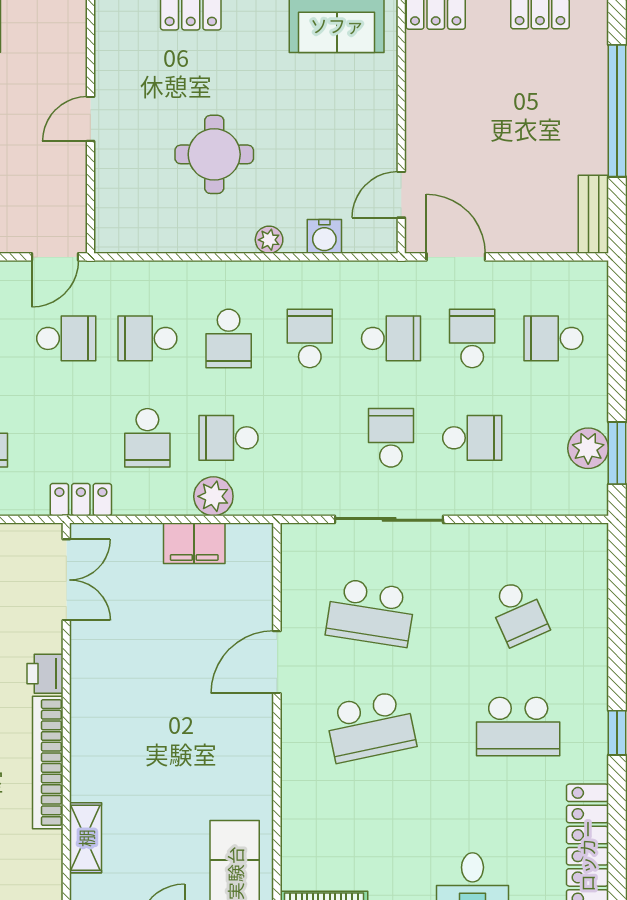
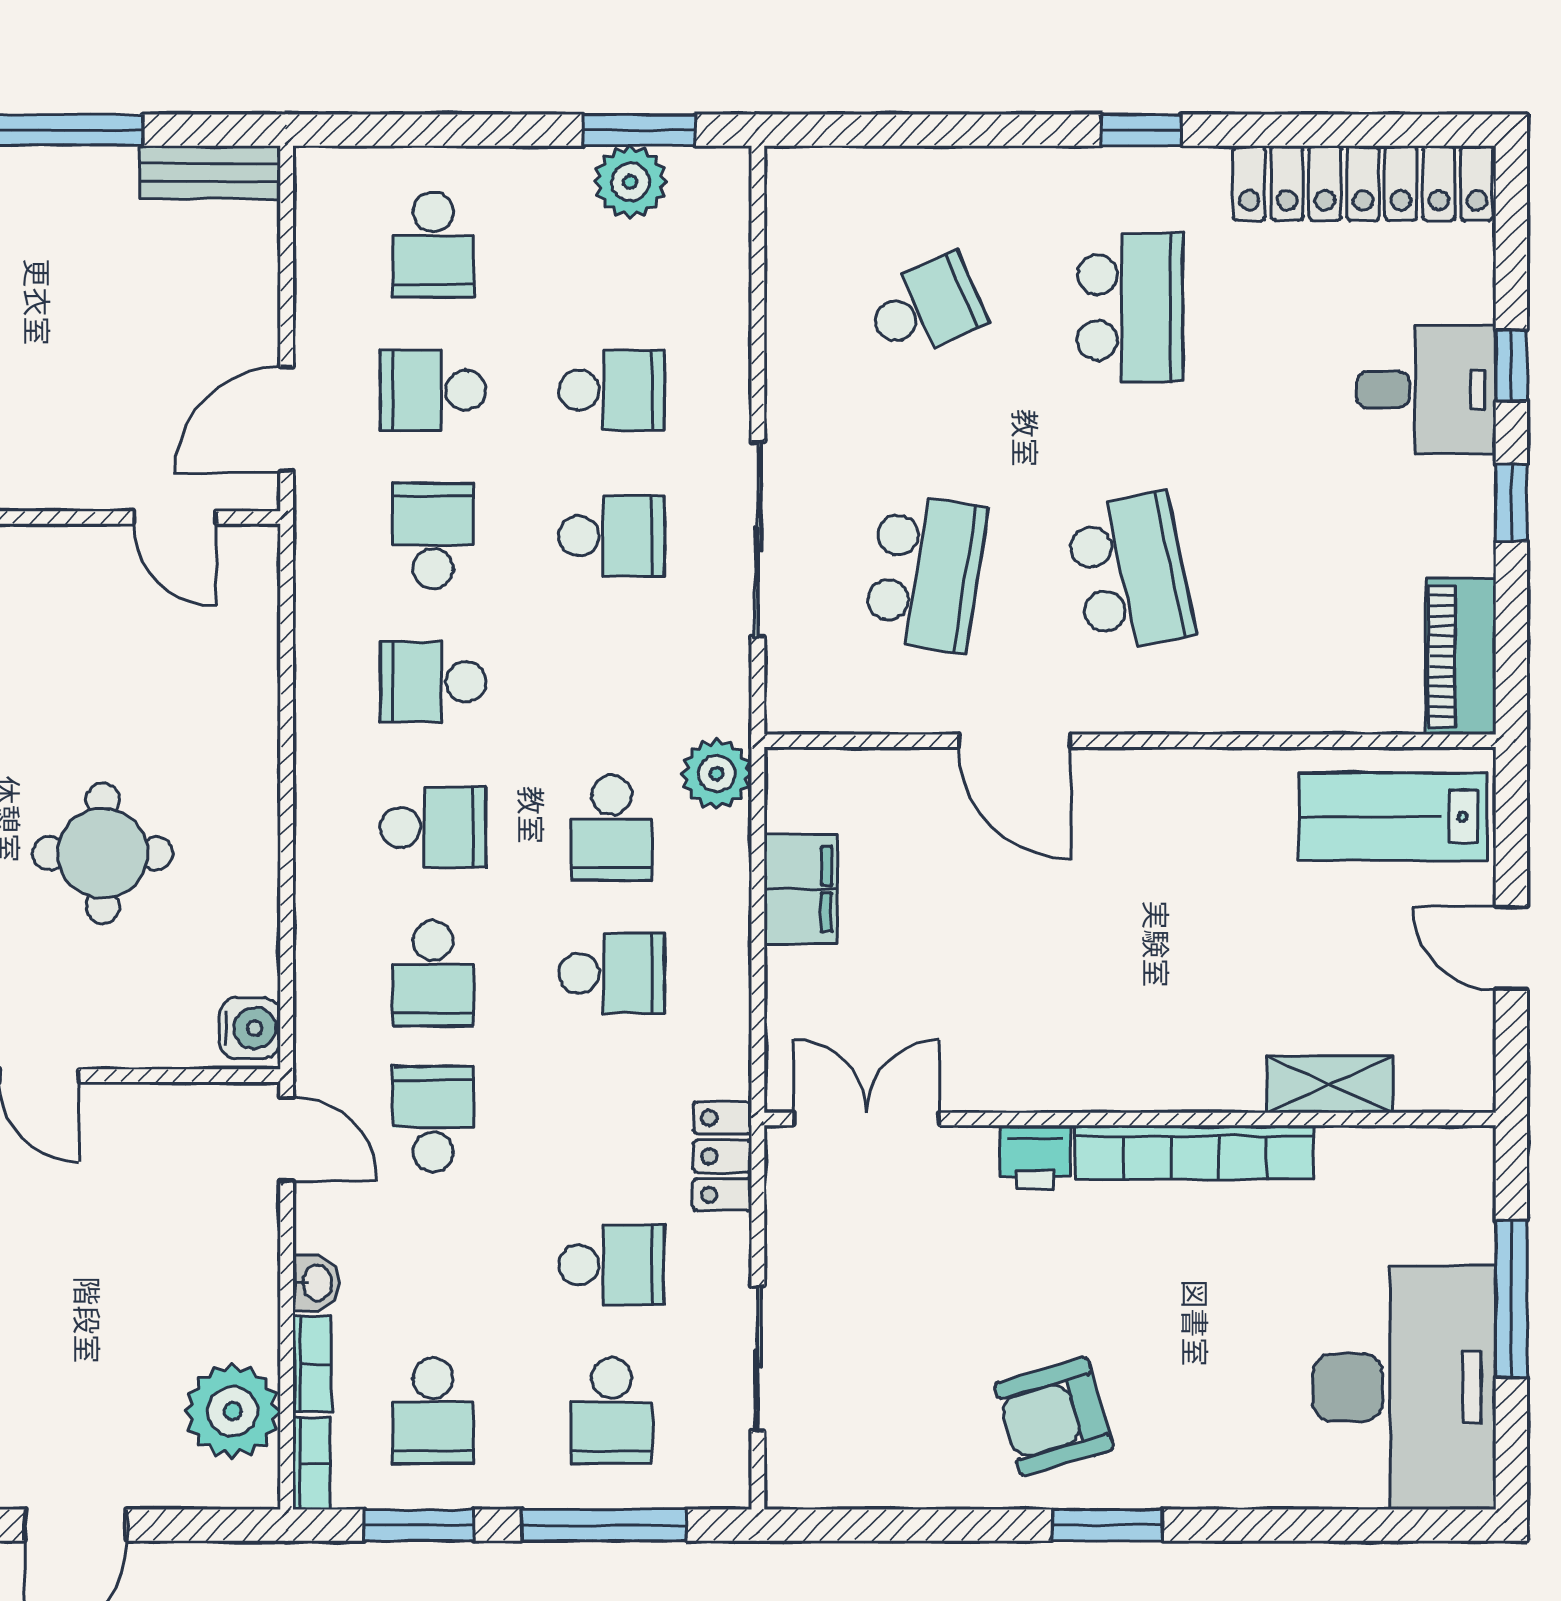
water cooler: (324, 236) -> (250, 1028), moved
plant: (269, 240) -> (256, 755), removed
school desk: (391, 438) -> (612, 536), turned 180
school desk: (472, 438) -> (612, 390), turned 90
plant: (213, 496) -> (717, 774), moved
locker: (81, 500) -> (722, 1156), moved

